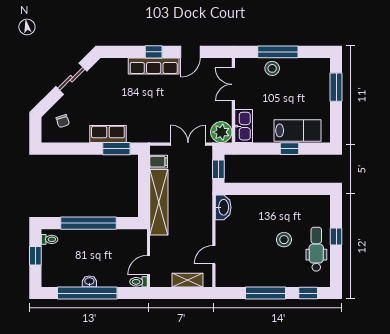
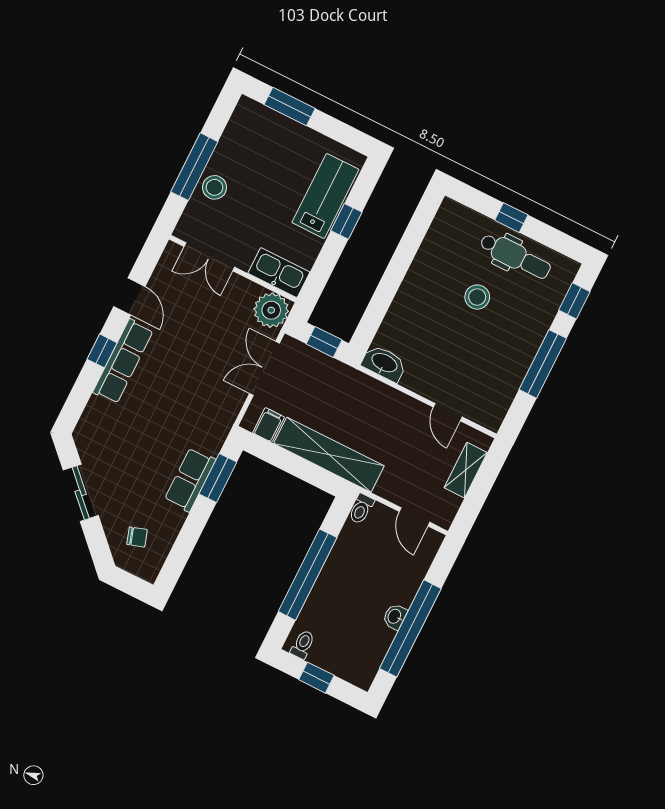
dental chair: (316, 249) -> (515, 256), turned 180
toilet: (138, 282) -> (361, 509), moved

